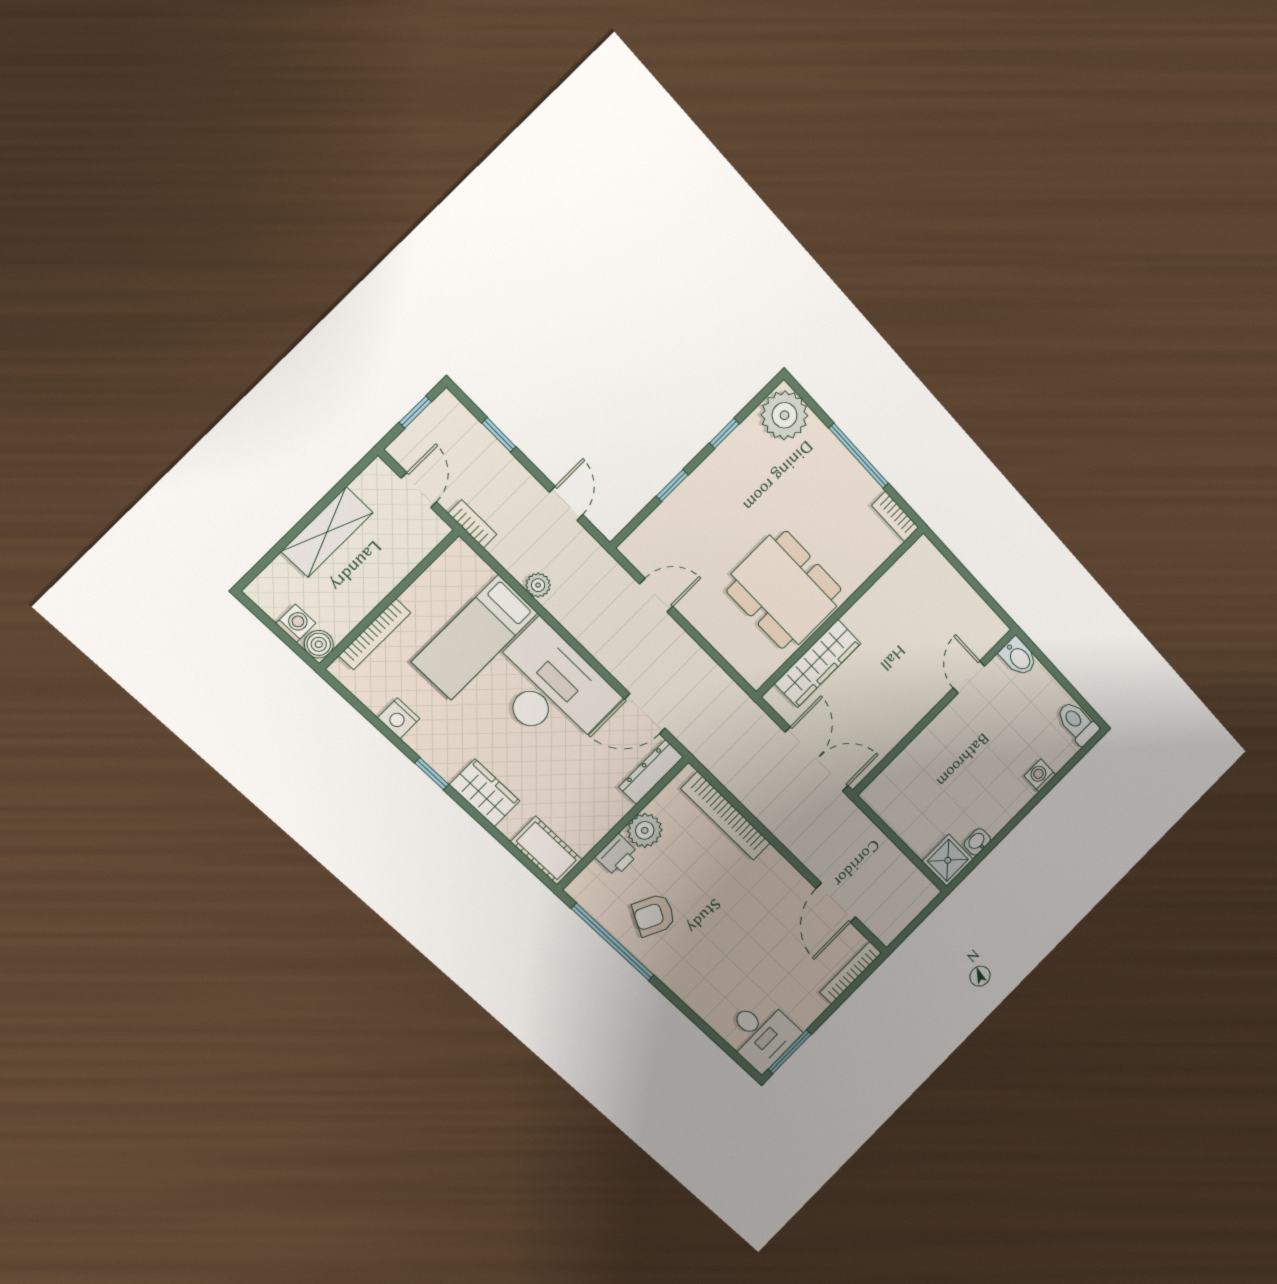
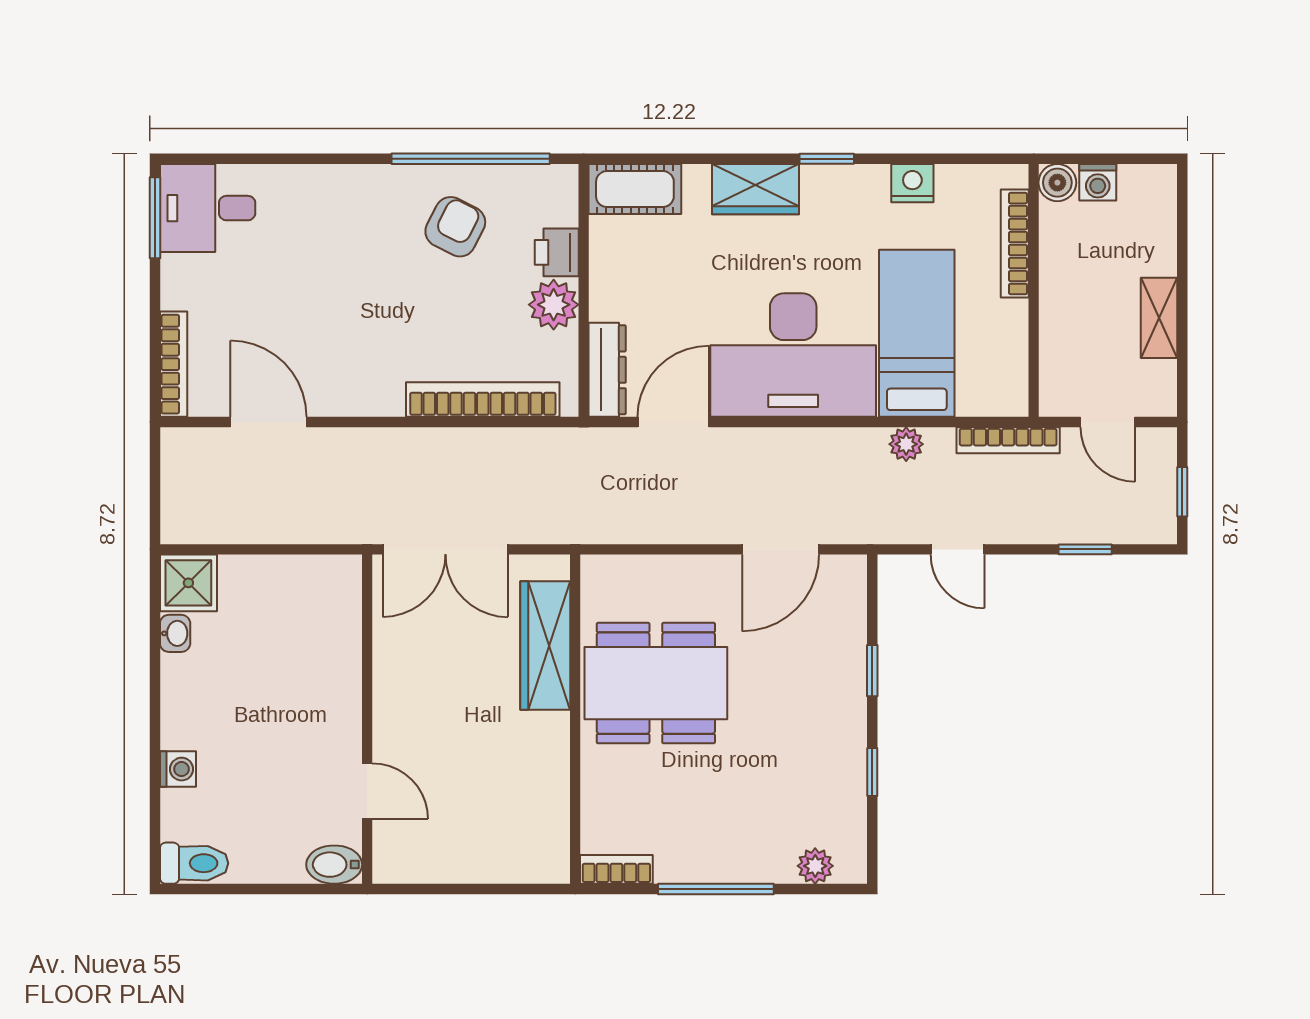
plant: (785, 415) -> (815, 866), width x0.53, depth x0.53
bookcase: (472, 524) -> (1008, 440), width x1.56
shelving: (327, 532) -> (1159, 318), width x0.67, depth x0.75
door: (656, 595) -> (780, 549), width x1.38

